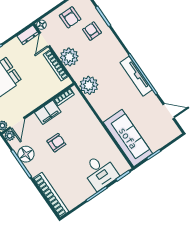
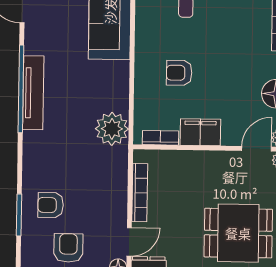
armchair: (92, 31) -> (51, 205), turned 90
plant: (69, 57) -> (111, 191), removed
armchair: (56, 143) -> (179, 73), moved

